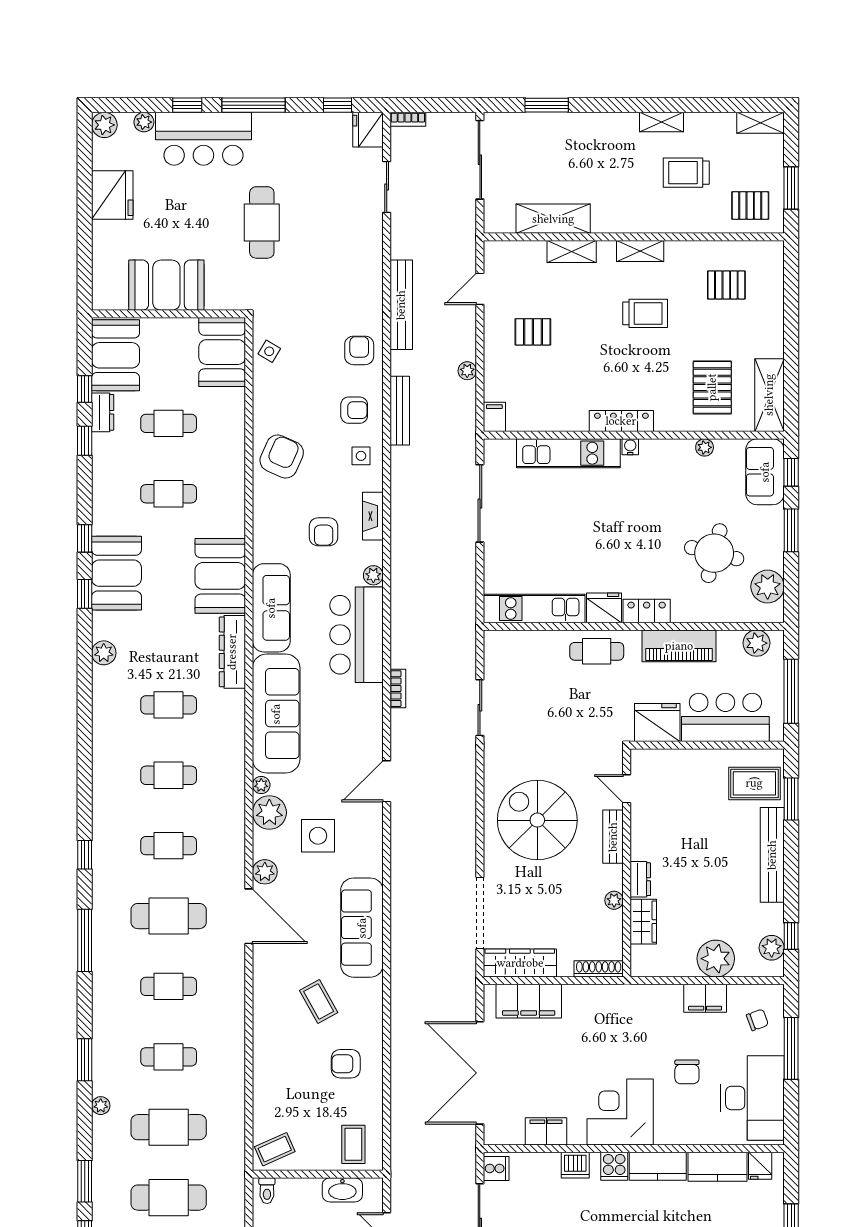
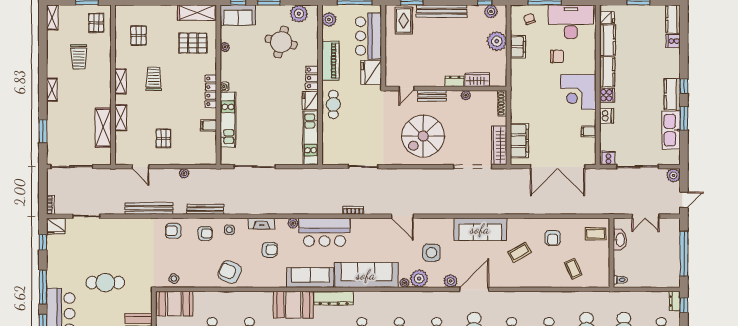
shelving: (661, 122) -> (52, 90), moved
armchair: (354, 410) -> (205, 233), turned 90
filing cabinet: (494, 417) -> (209, 125), moved
filing cabinet: (546, 1131) -> (589, 131), width x0.50
coffee table: (275, 1149) -> (573, 269), moved

